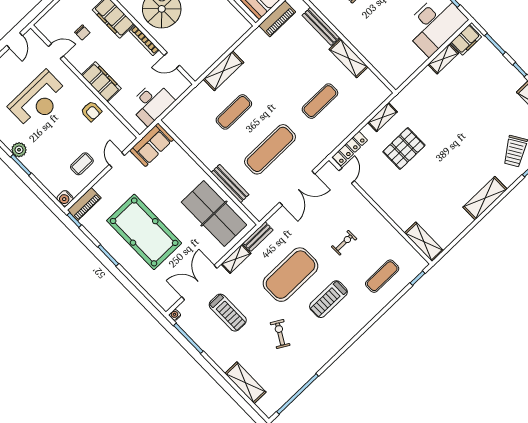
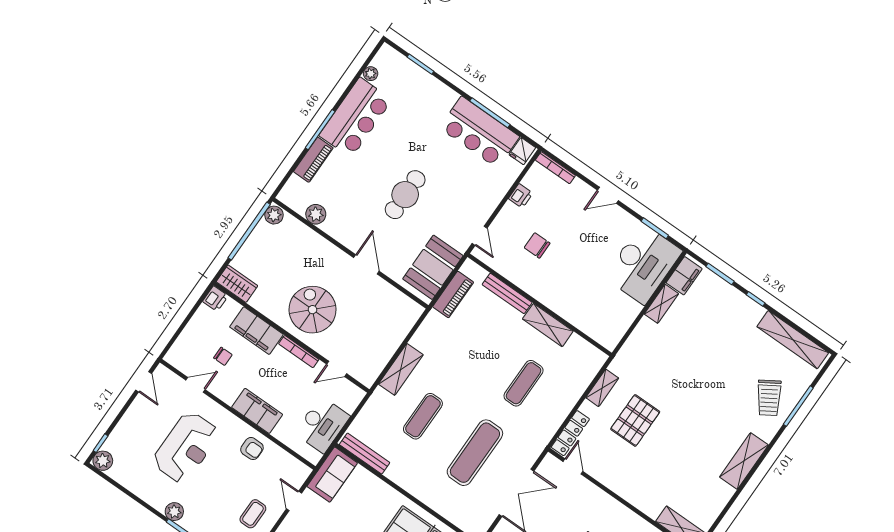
bench: (230, 183) -> (365, 454), moved

